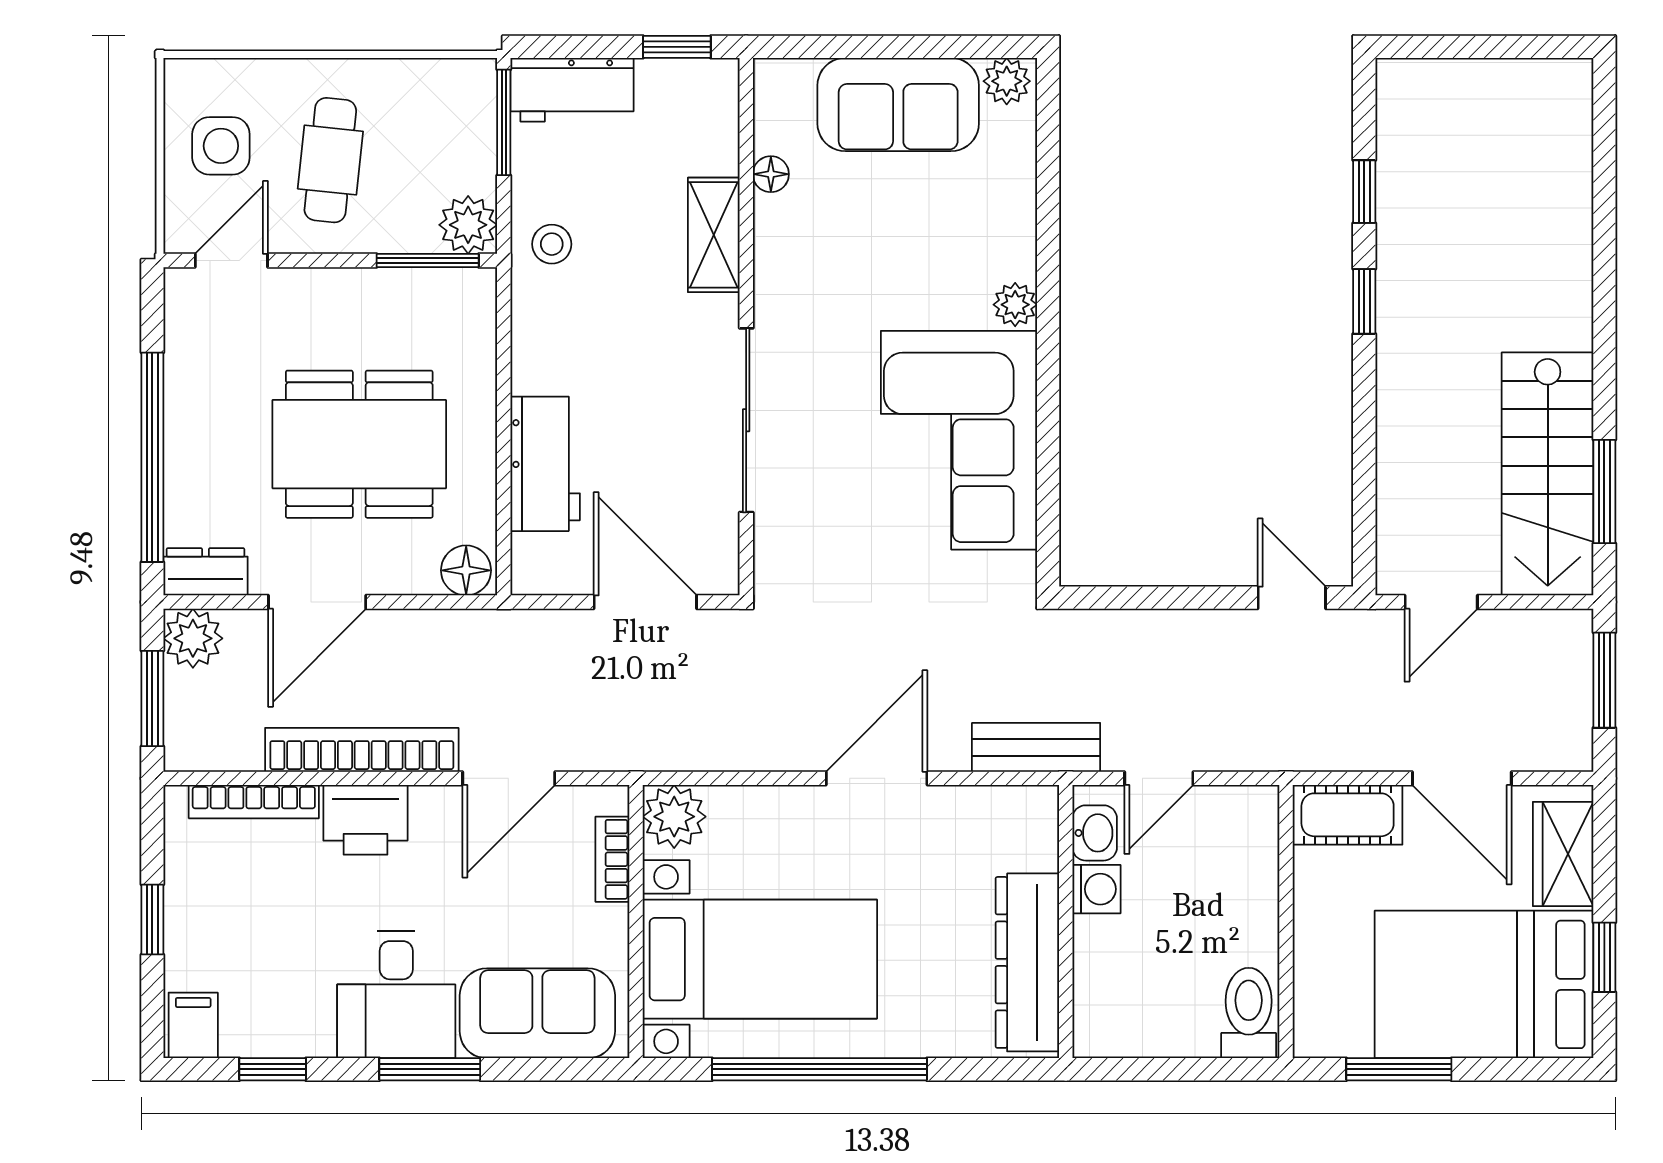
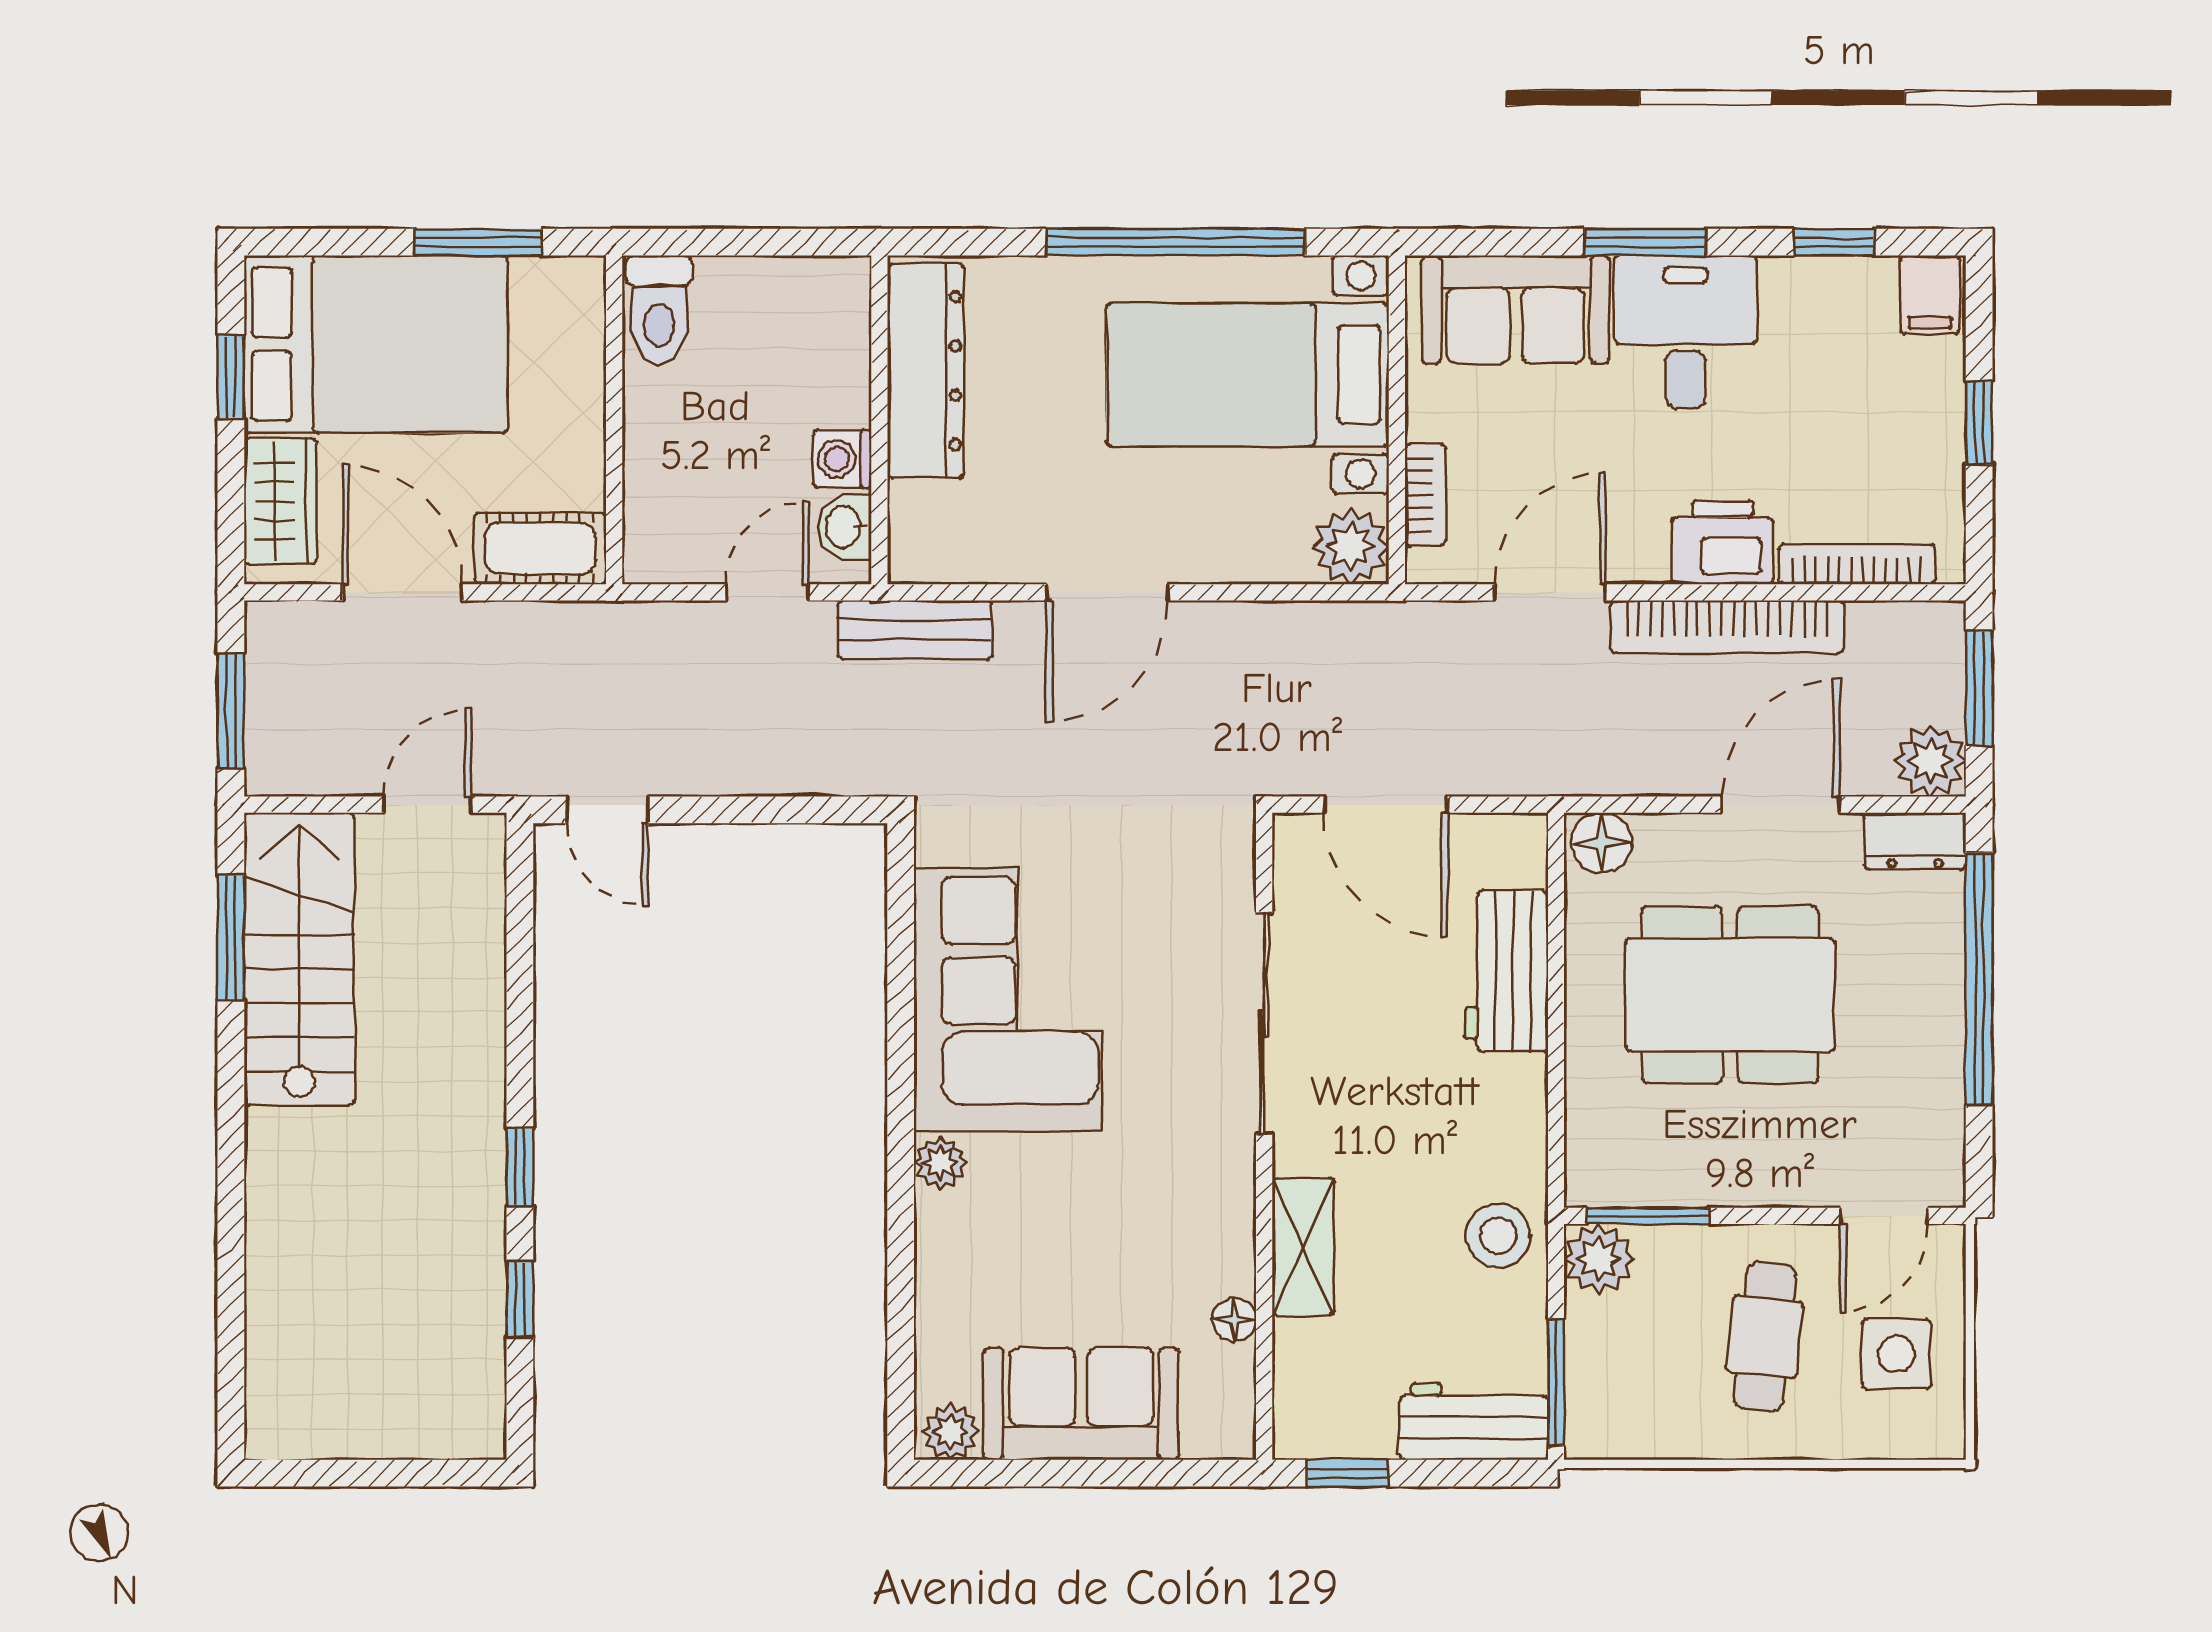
stool: (552, 244) -> (1498, 1236), width x1.37, depth x1.37

